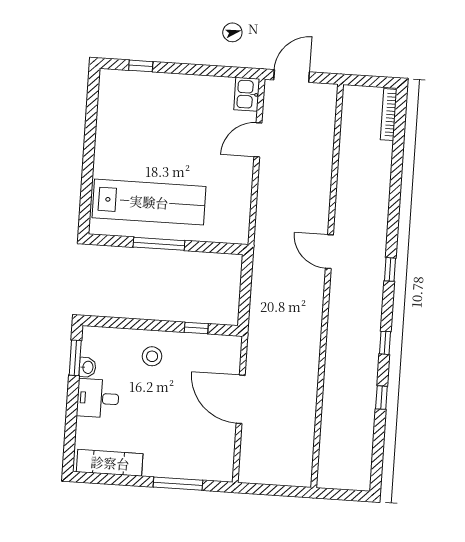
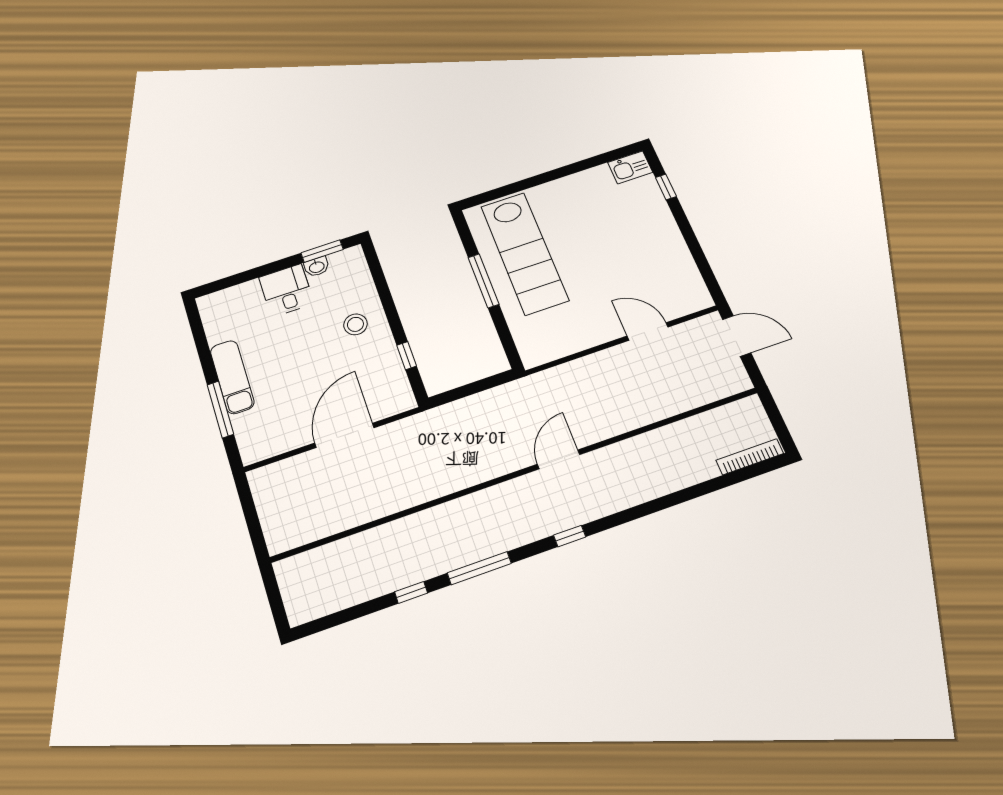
kitchen sink: (247, 94) -> (630, 167), moved, turned 180
window: (385, 343) -> (479, 568), width x2.17
exam couch: (110, 463) -> (232, 377), moved

